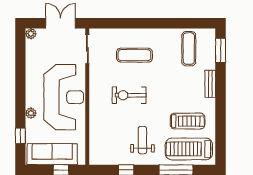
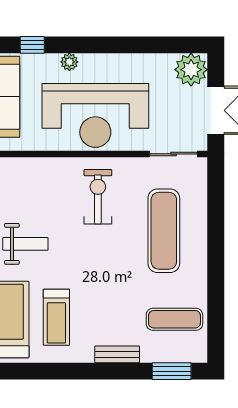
plant: (31, 34) -> (191, 70), width x1.87, depth x1.87
exercise mat: (134, 55) -> (164, 231), width x1.36, depth x1.45
exercise bike: (129, 95) -> (98, 197), moved

